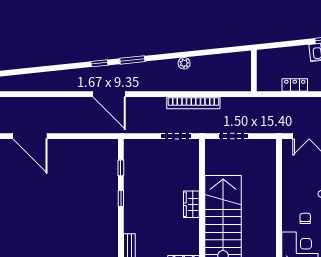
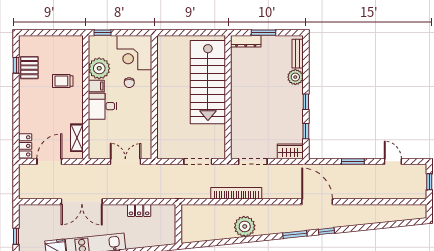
plant: (184, 63) -> (245, 226), width x1.87, depth x1.87
door: (30, 136) -> (393, 161), width x0.53
window: (72, 136) -> (353, 161), added
wardrobe: (191, 204) -> (290, 151), moved, turned -90
plant: (132, 224) -> (295, 77), added

